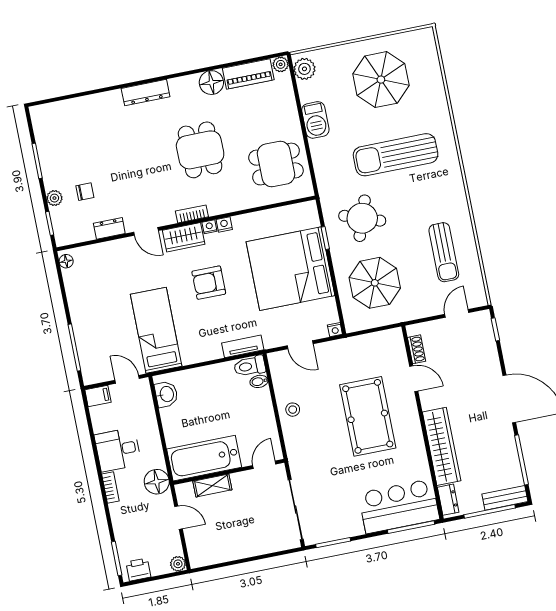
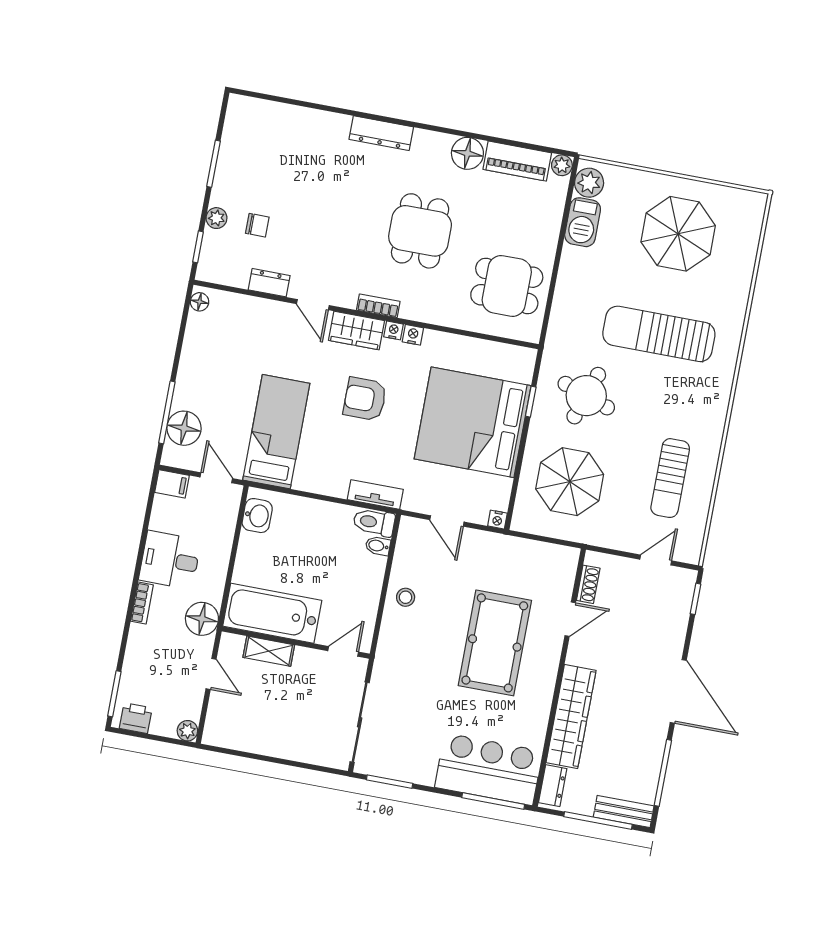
barbecue: (315, 120) -> (583, 222), moved
floor lamp: (91, 354) -> (184, 428), added
door: (414, 379) -> (570, 619), hinge flipped

